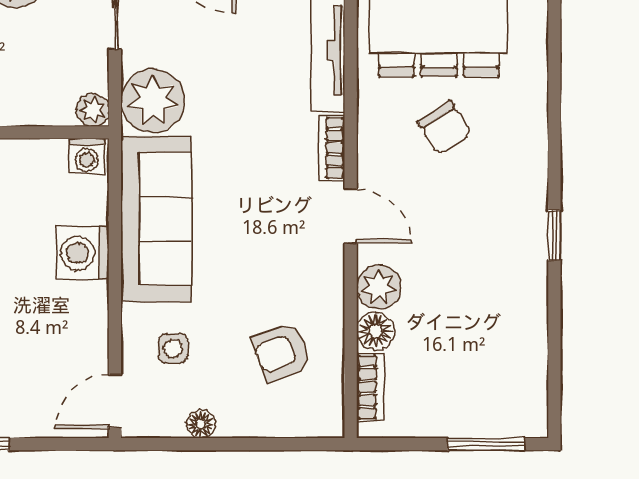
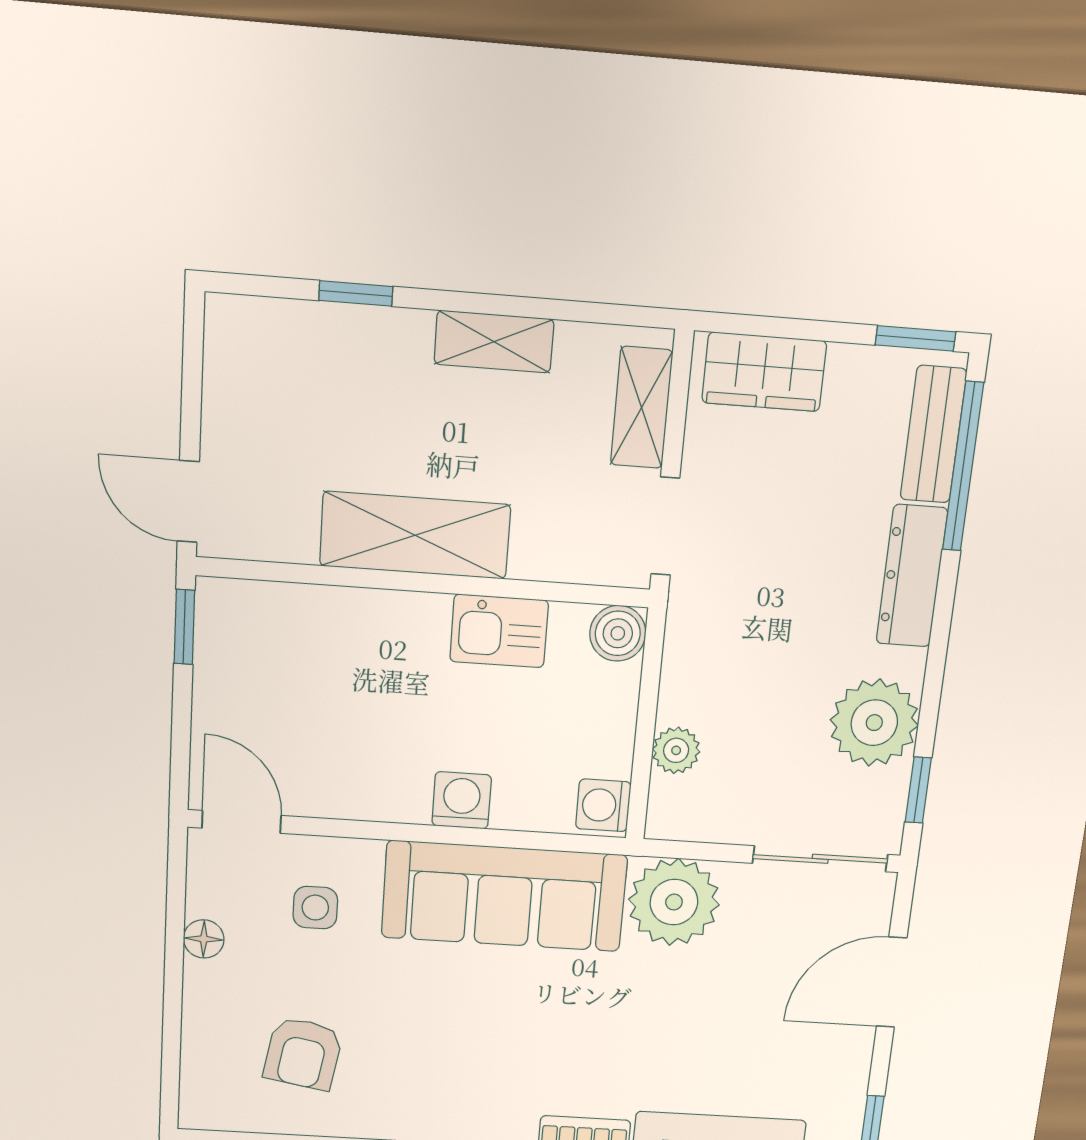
plant: (93, 110) -> (676, 750), moved
washing machine: (83, 253) -> (462, 800), width x0.73, depth x0.73
armchair: (282, 352) -> (303, 1053), turned -149

